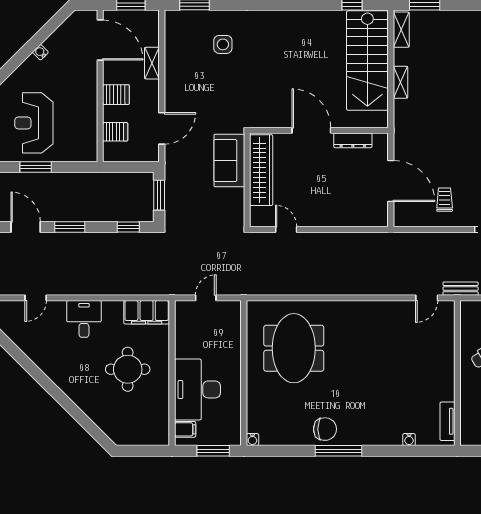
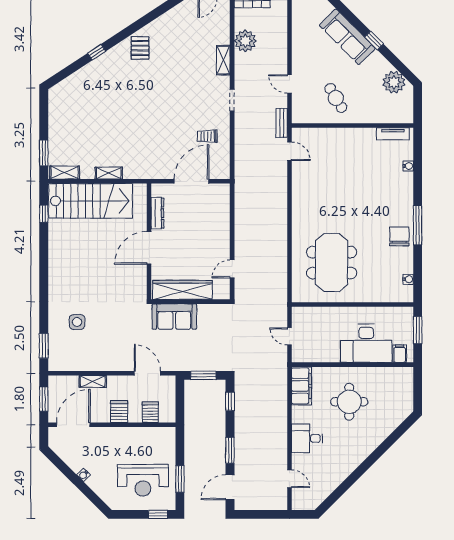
meeting table: (294, 348) -> (332, 263), turned 90
water cooler: (252, 440) -> (408, 279), moved

